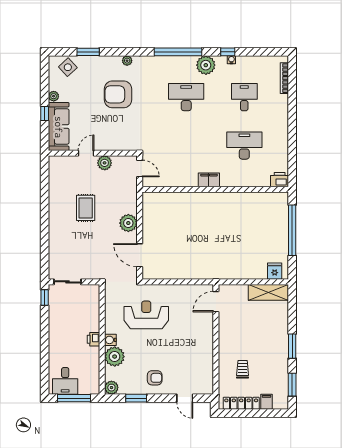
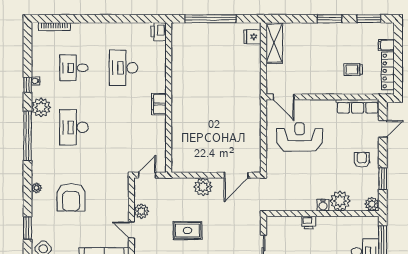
reception desk: (146, 315) -> (300, 137), moved, turned 90
printer: (93, 339) -> (309, 223), moved
row of seats: (207, 374) -> (358, 106), added

